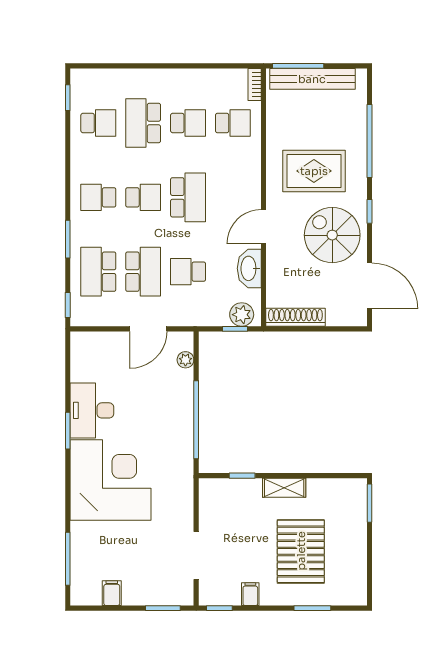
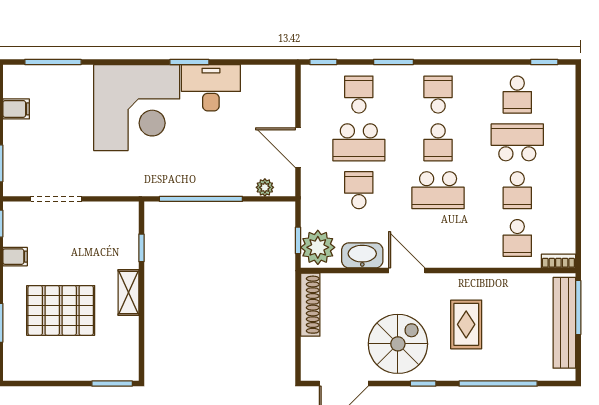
rug: (314, 171) -> (466, 324), width x0.73, depth x0.70
school desk: (98, 272) -> (359, 95), width x0.54
plant: (242, 315) -> (318, 247), width x1.36, depth x1.36

